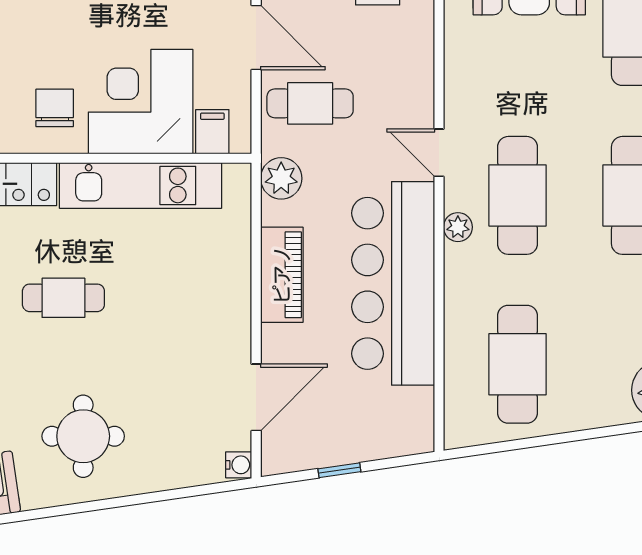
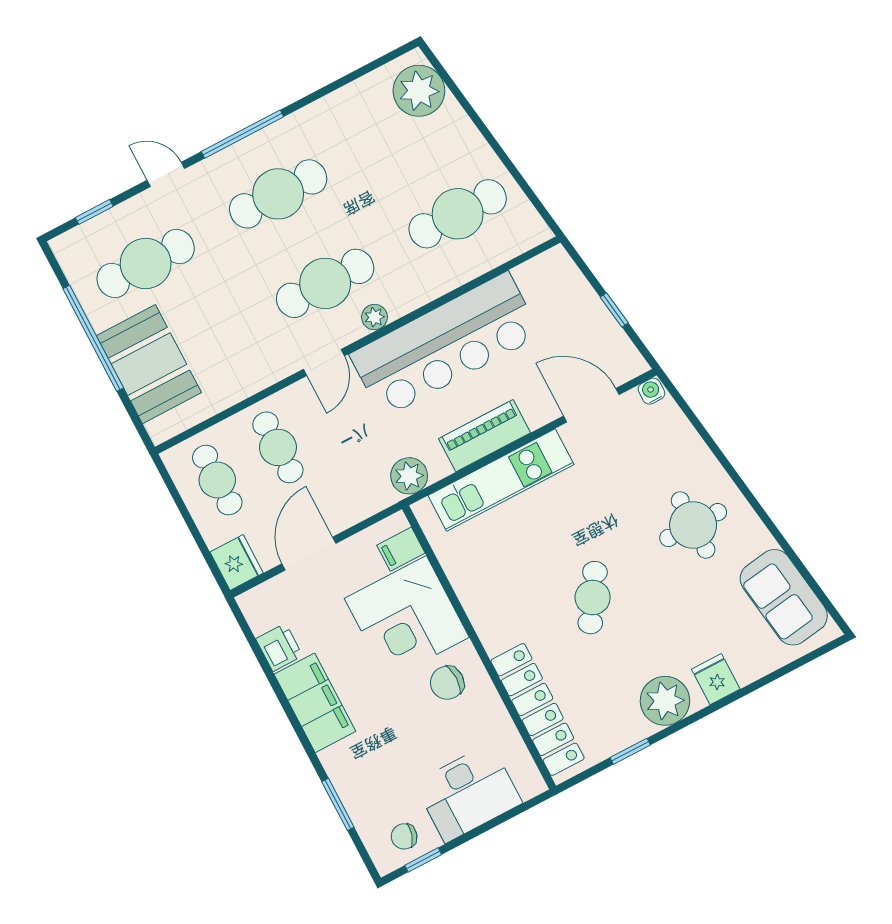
cafe table: (310, 103) -> (278, 447), moved
kitchen unit: (141, 185) -> (501, 480), moved, turned 90
cafe table: (63, 298) -> (593, 598), turned 33

